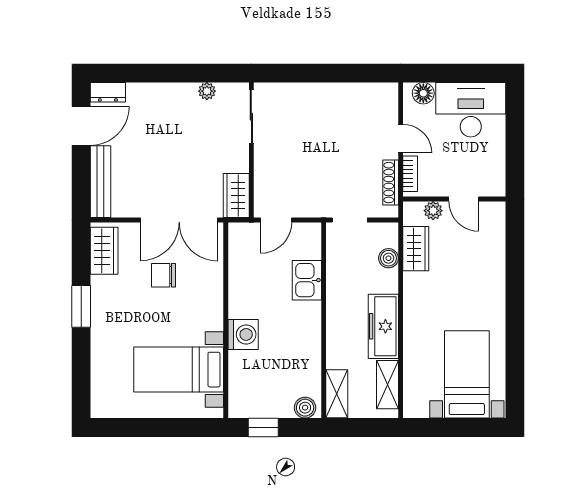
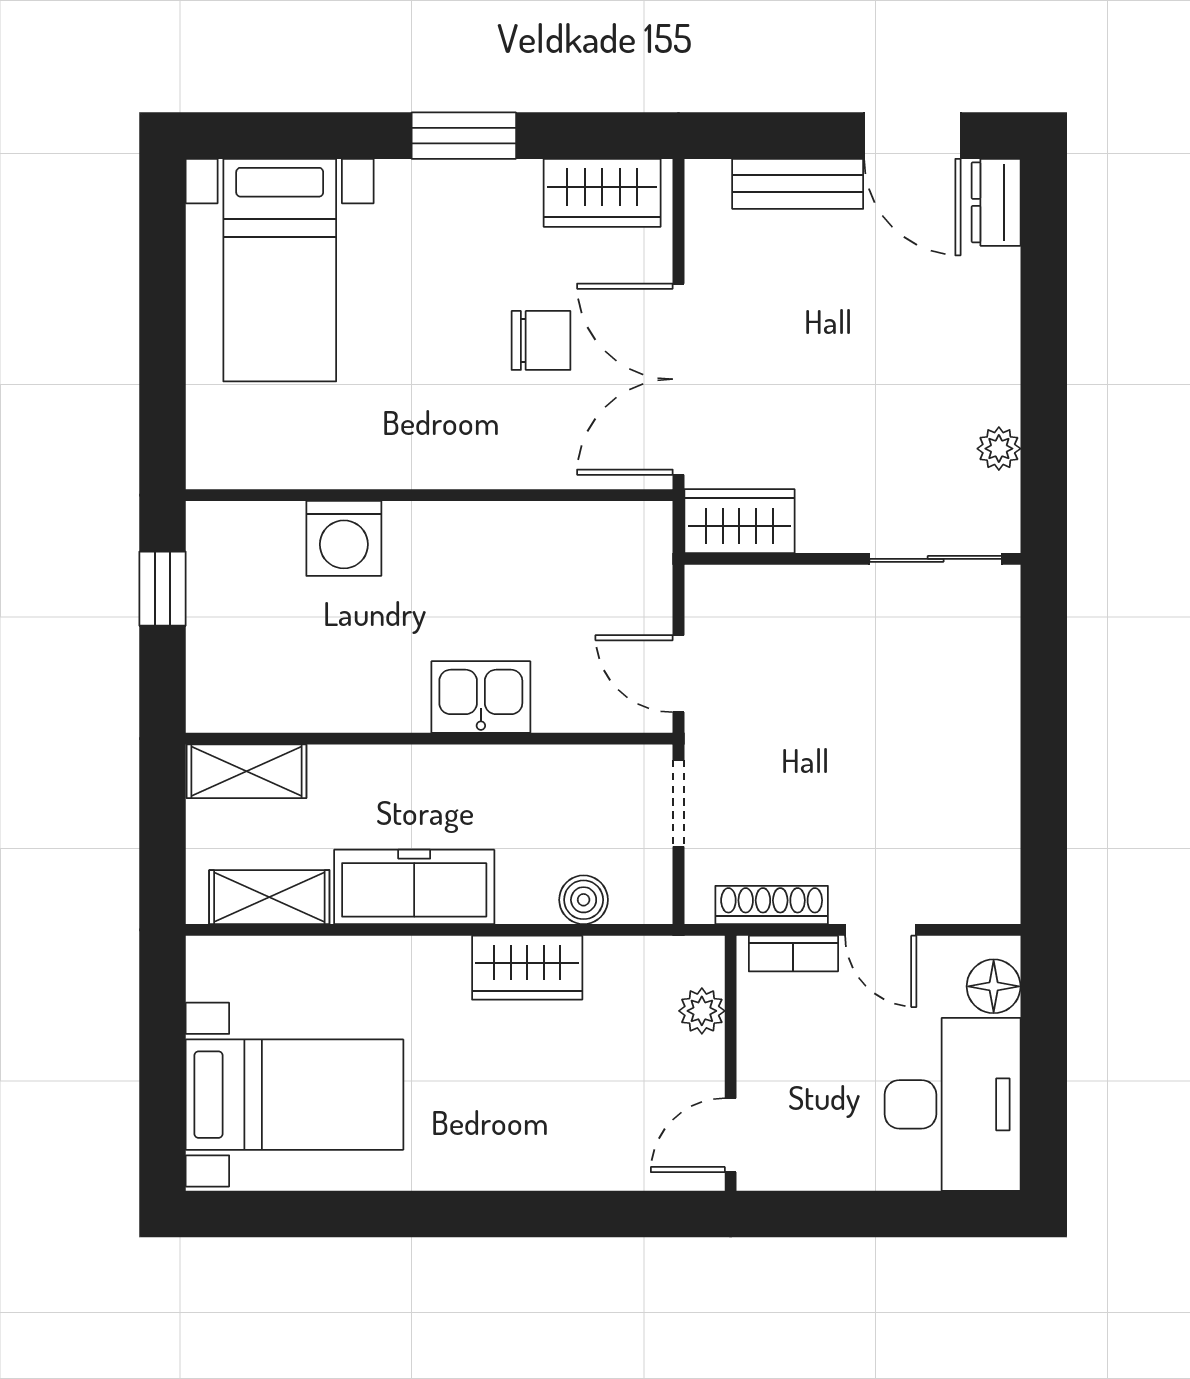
door: (401, 139) -> (881, 930), hinge flipped
bench: (100, 182) -> (798, 184), width x0.73
door: (464, 199) -> (731, 1135), moved
door: (276, 220) -> (678, 674), moved
wardrobe: (416, 249) -> (527, 968), moved
chair: (163, 275) -> (541, 340), turned 90
kitchen sink: (307, 280) -> (481, 697), moved
washing machine: (243, 334) -> (344, 538), moved
bed with nightstands: (179, 370) -> (280, 270), moved, turned 180
boiler: (305, 408) -> (212, 692), removed

